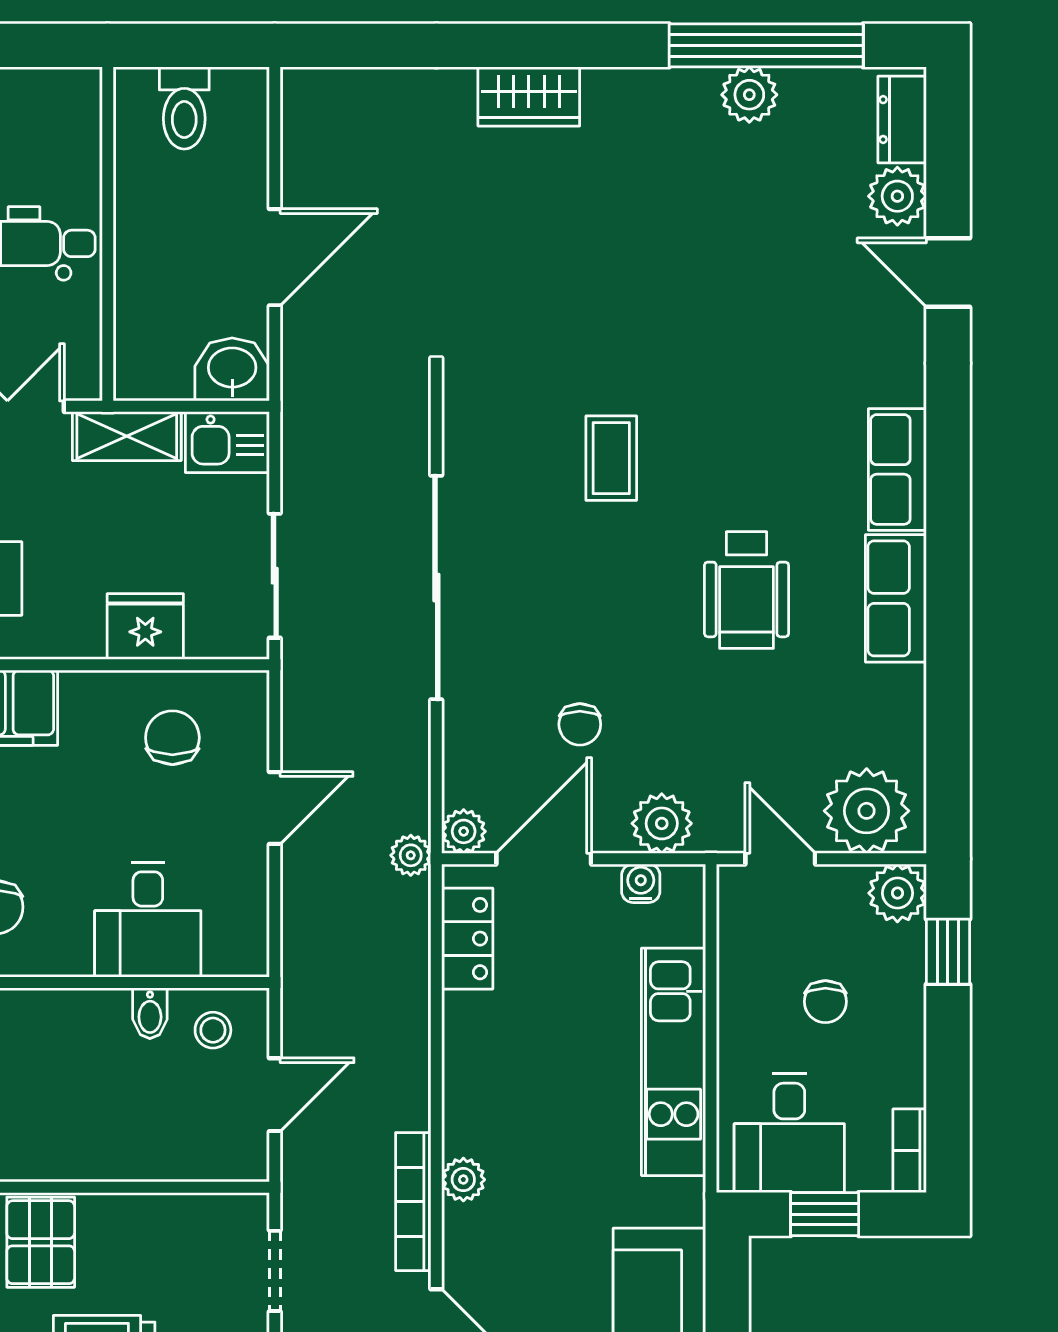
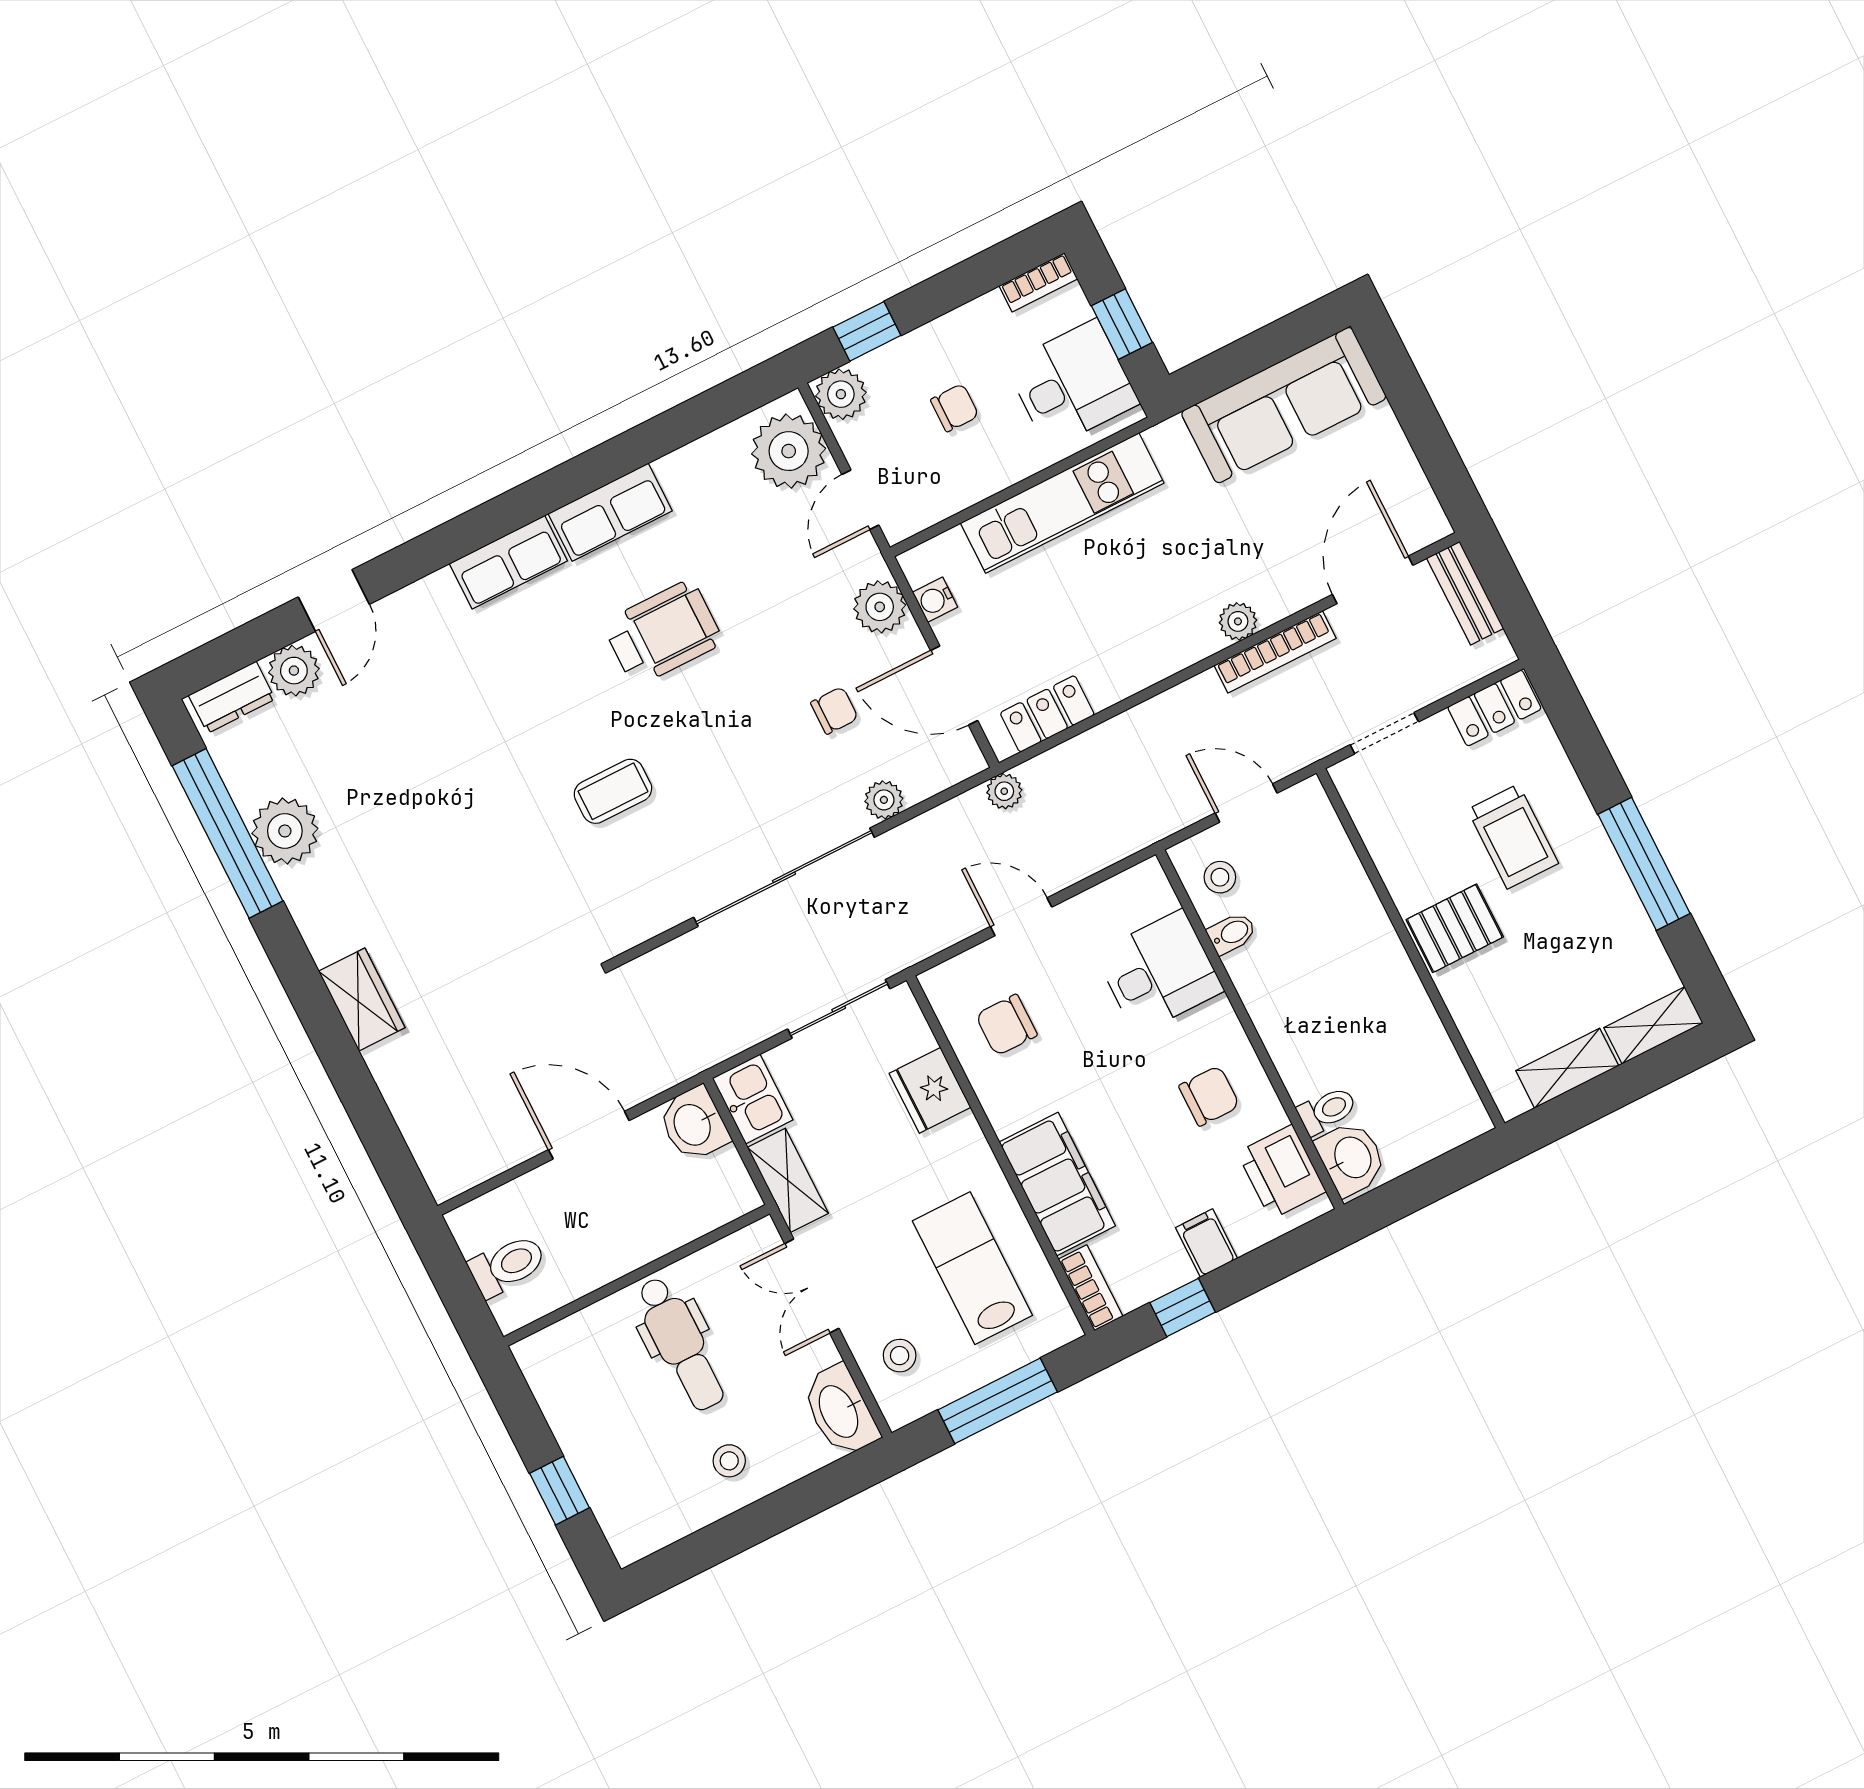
plant: (749, 95) -> (285, 831), width x1.36, depth x1.36
plant: (464, 831) -> (884, 800), moved

